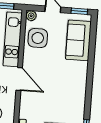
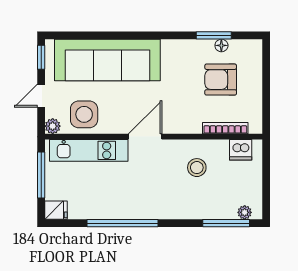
sofa: (78, 40) -> (107, 60), width x1.85, depth x1.27

